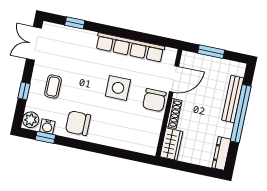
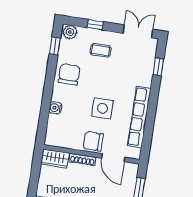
water cooler: (47, 126) -> (55, 108), moved

